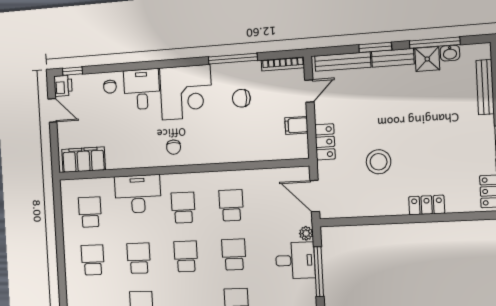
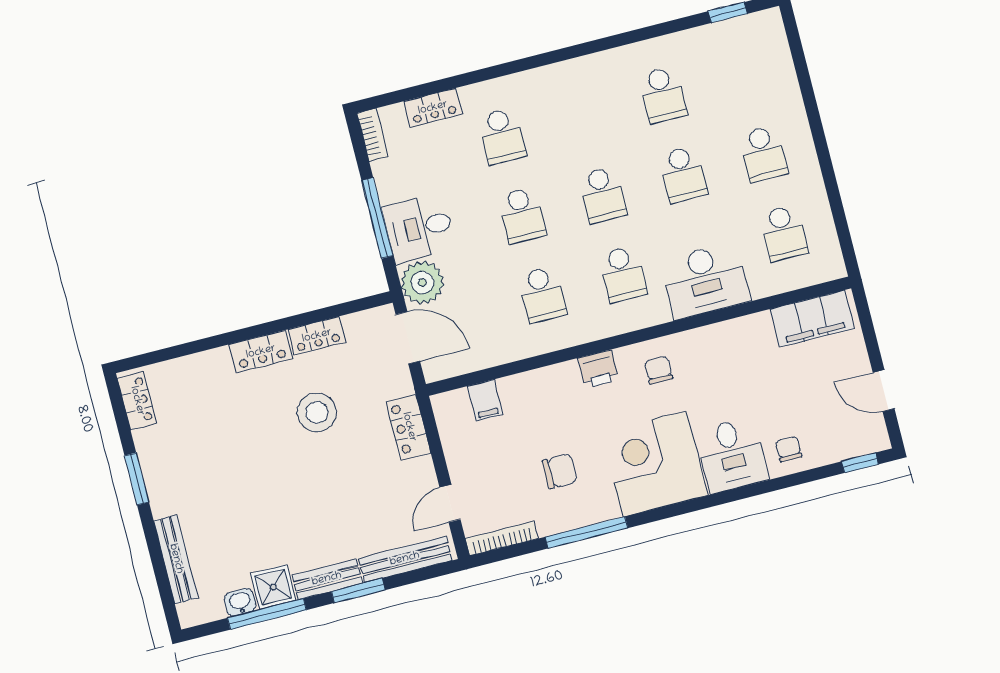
printer: (63, 86) -> (598, 369), moved, turned -90
filing cabinet: (296, 125) -> (485, 400), moved, turned 90
locker: (427, 205) -> (261, 352), moved
locker: (369, 208) -> (317, 336), added
plant: (306, 233) -> (422, 283), width x1.88, depth x1.88

